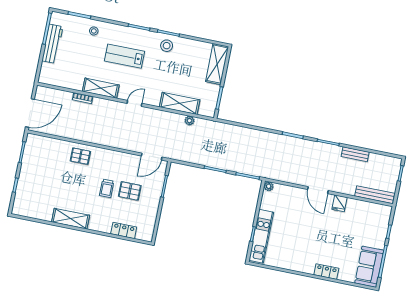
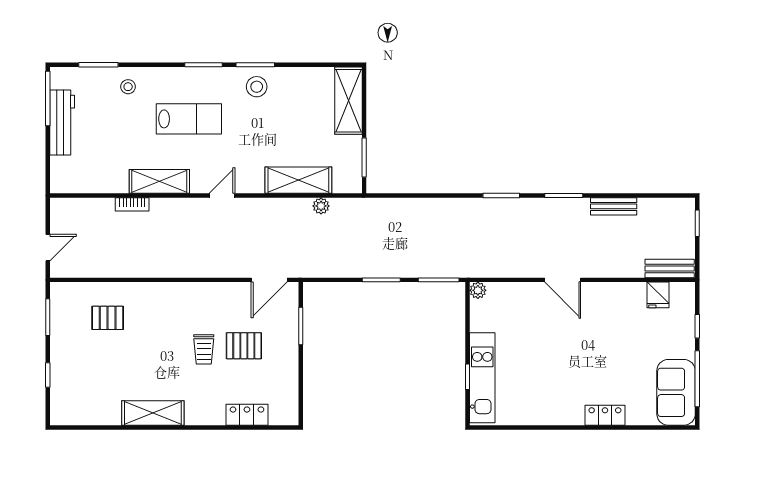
lab bench: (125, 56) -> (189, 119), turned 180
door: (30, 113) -> (48, 248), width x0.53
pallet: (80, 156) -> (108, 318), moved
bench: (375, 195) -> (670, 268), width x0.73
fridge: (339, 203) -> (658, 295), moved

